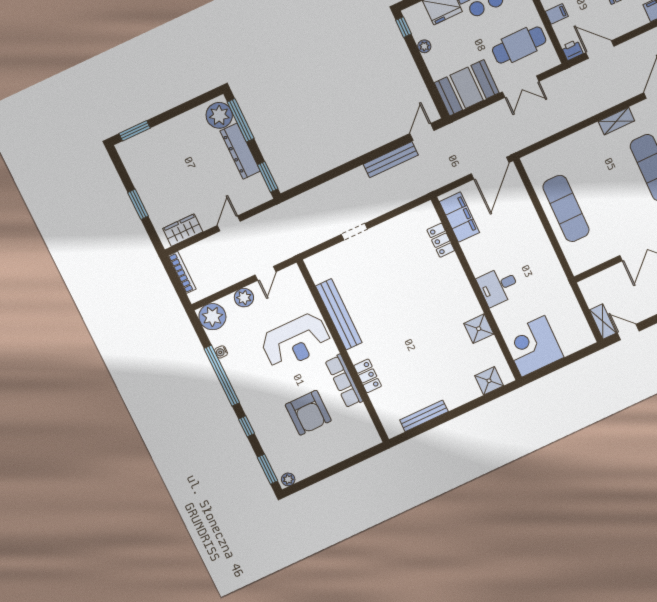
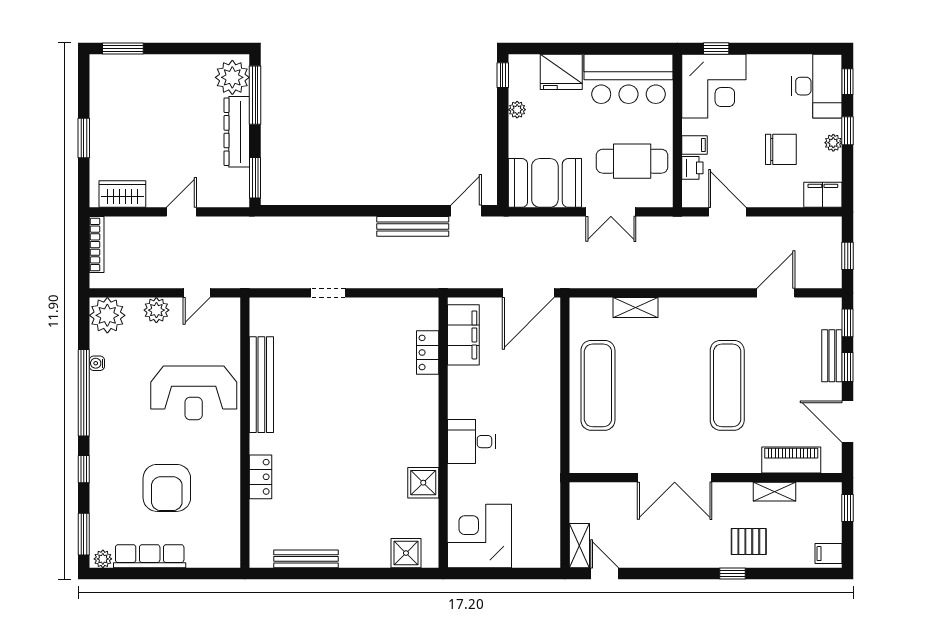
printer: (572, 50) -> (692, 168), moved, turned 90
shelving: (616, 121) -> (636, 308), moved
row of seats: (344, 381) -> (150, 556), moved, turned 90

